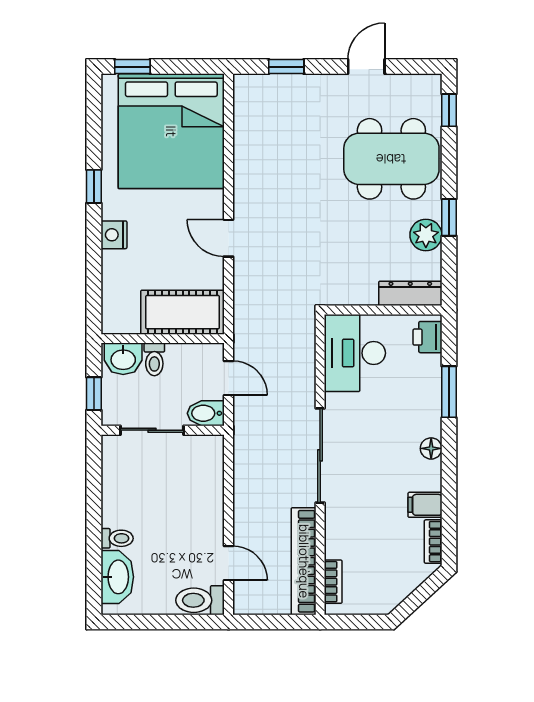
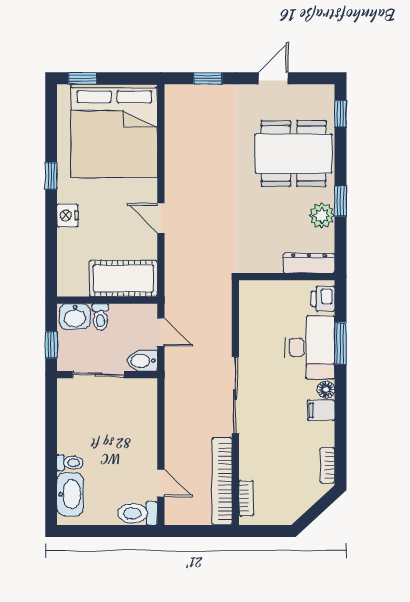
desk: (355, 353) -> (310, 347), moved, turned 180
filing cabinet: (425, 505) -> (321, 410), moved

